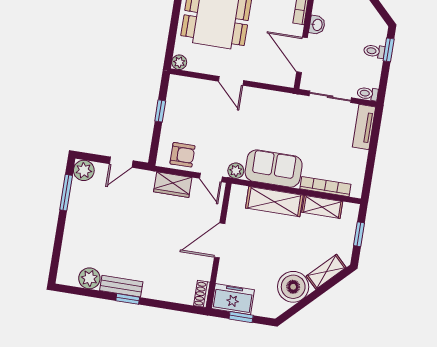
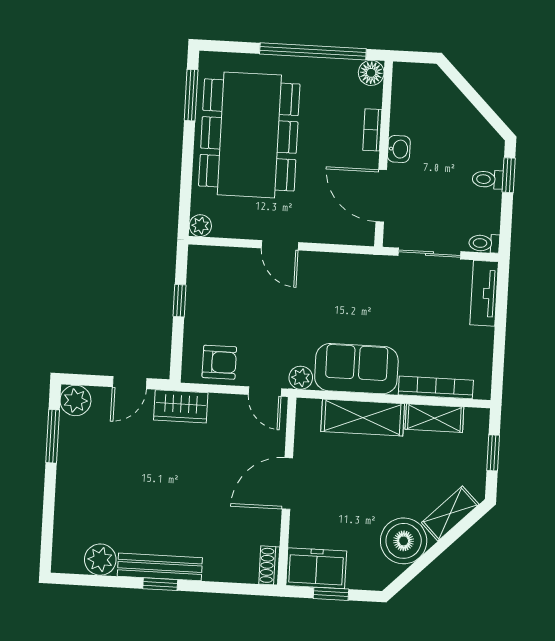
wardrobe: (173, 185) -> (181, 406), moved
bench: (121, 286) -> (160, 567), width x1.36

